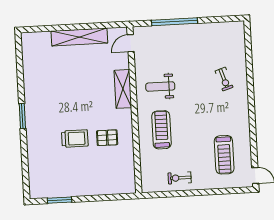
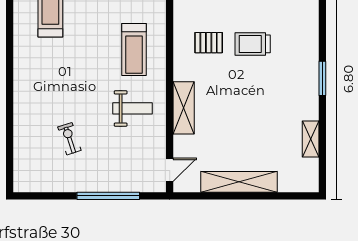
shelving: (29, 71) -> (311, 139), added
exercise bike: (224, 79) -> (69, 139), moved

